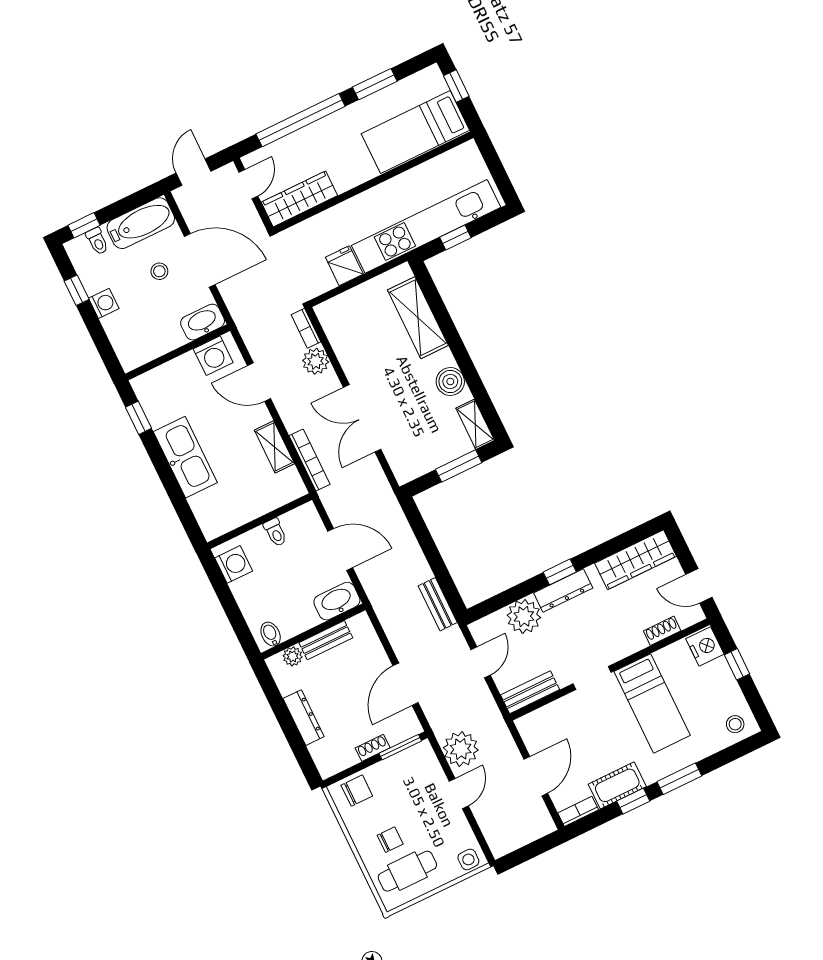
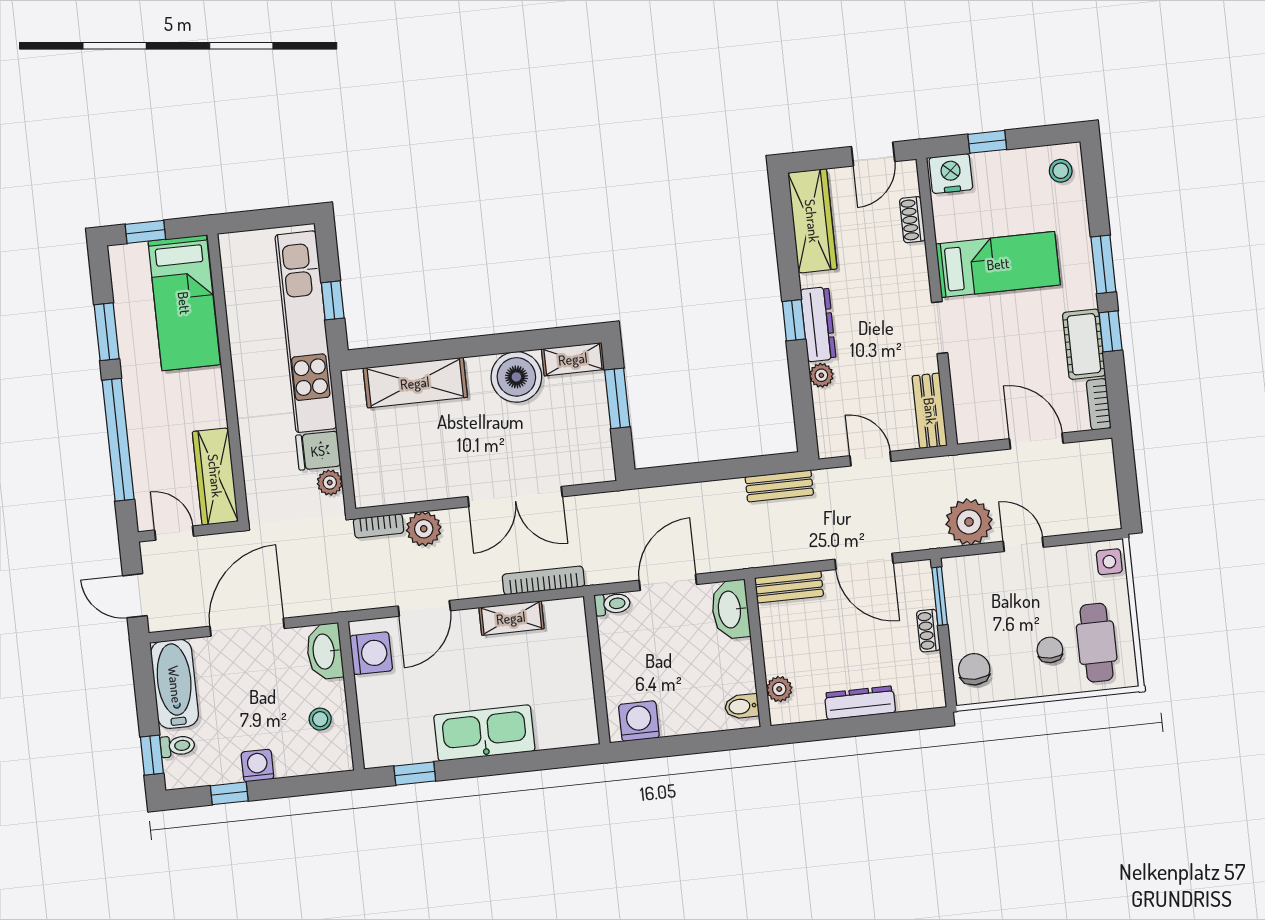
stool: (159, 271) -> (320, 719), moved
plant: (325, 282) -> (330, 483), added
boiler: (450, 382) -> (516, 377), width x1.37, depth x1.37
toilet: (275, 532) -> (612, 604), moved
plant: (524, 616) -> (821, 375), width x0.53, depth x0.53
bench: (326, 640) -> (789, 587), moved, turned 90

